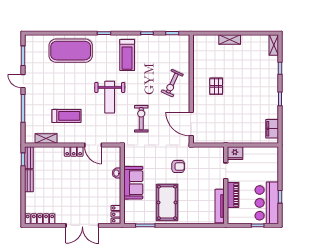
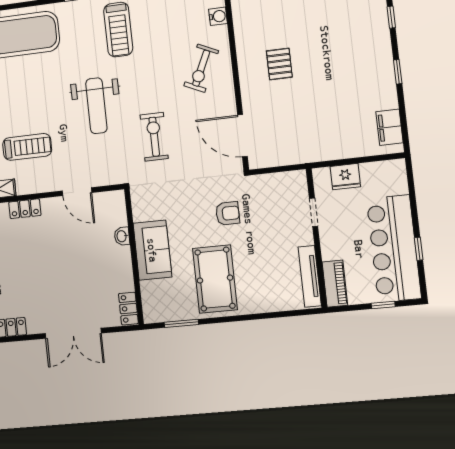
water cooler: (185, 55) -> (218, 16), added
locker: (74, 151) -> (25, 209), moved
fridge: (235, 153) -> (345, 177), moved
piano: (233, 195) -> (335, 284), moved
bar counter: (267, 203) -> (394, 249), width x1.36

